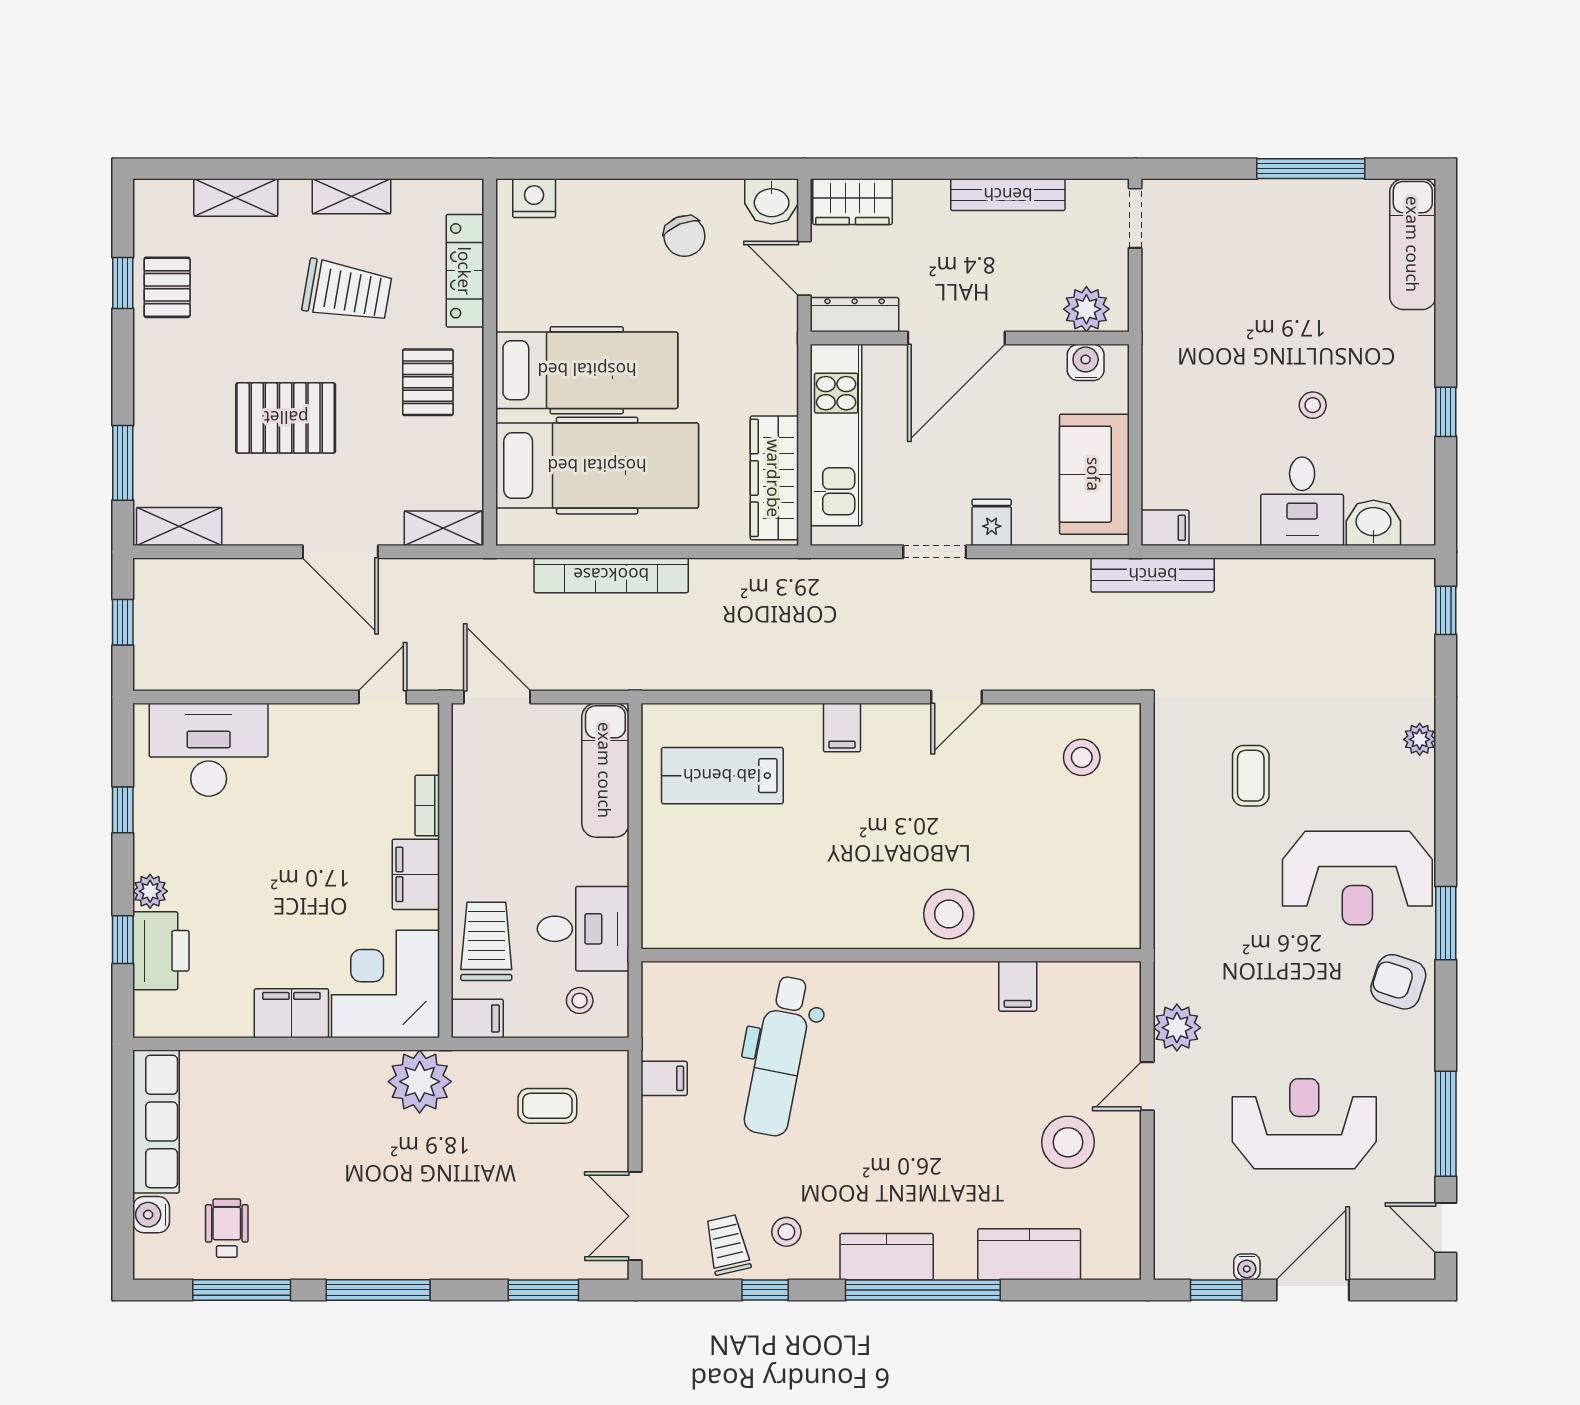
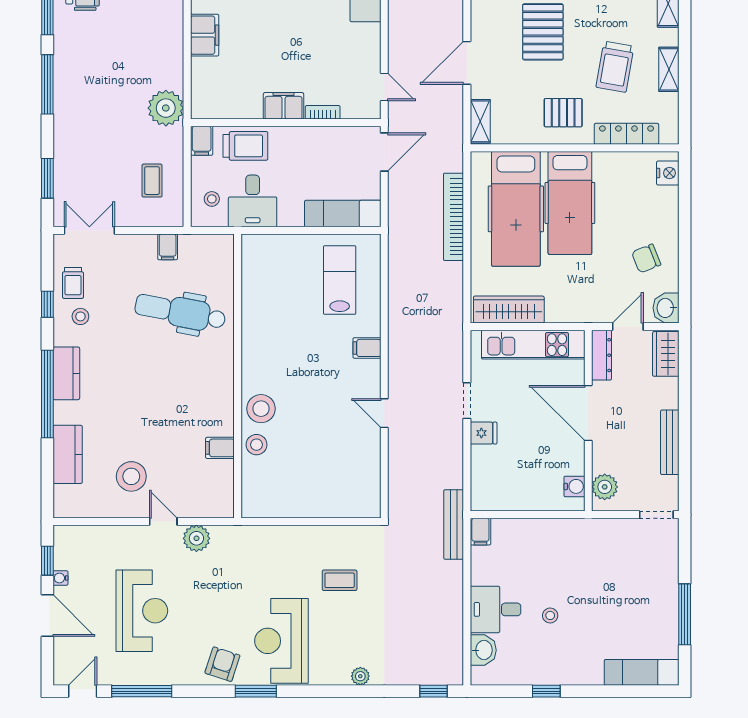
sofa: (1094, 474) -> (511, 491), removed
stool: (1082, 757) -> (256, 445), moved
corner desk: (385, 984) -> (221, 89), removed
trolley: (727, 1245) -> (73, 283), turned 103

